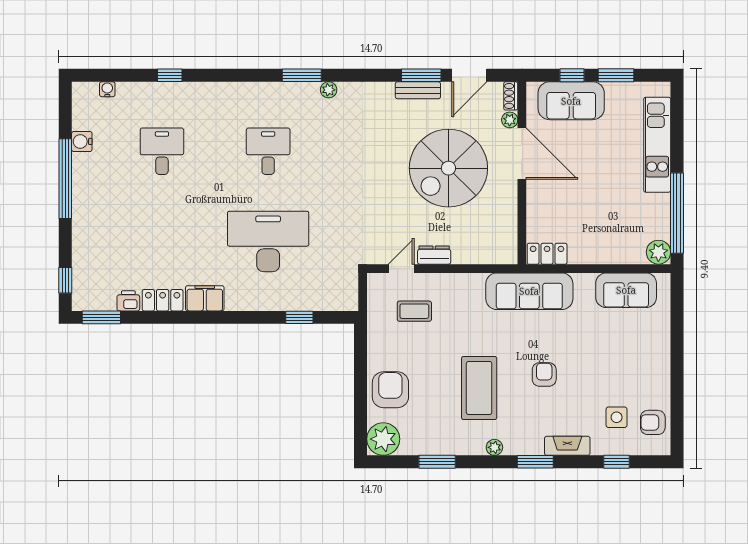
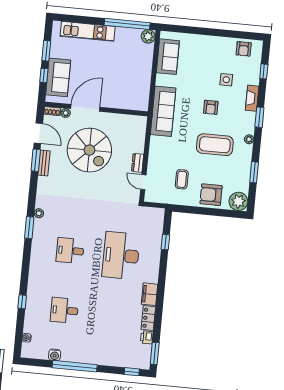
locker: (547, 254) -> (143, 99), removed
coffee table: (414, 311) -> (182, 179), moved
armchair: (544, 374) -> (211, 107), turned -90
side table: (617, 417) -> (226, 80), moved

